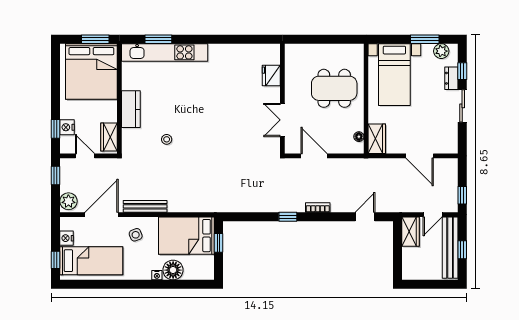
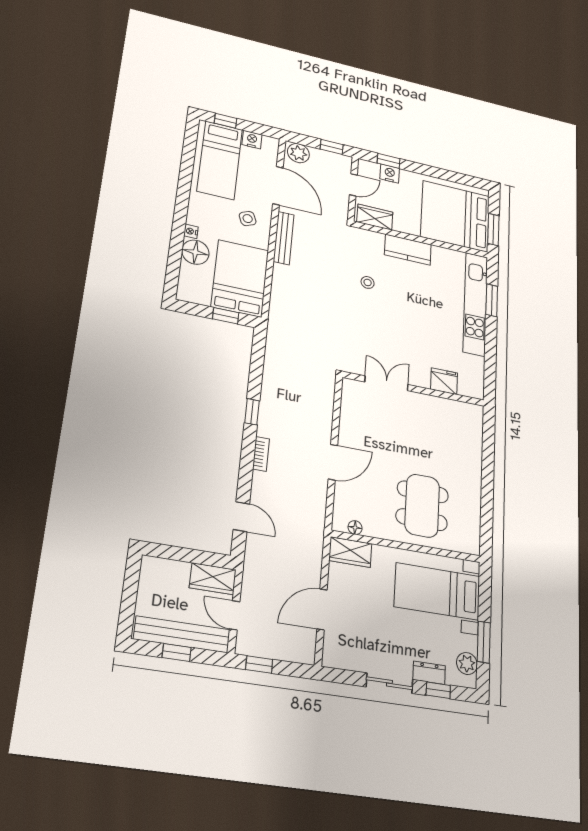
fridge: (271, 75) -> (444, 381), moved
wall: (282, 99) -> (414, 389), moved
double door: (282, 120) -> (386, 383), moved

